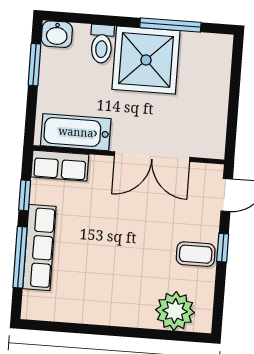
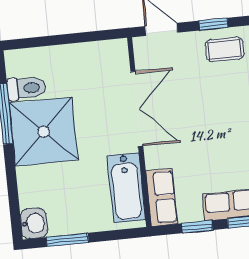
toilet: (102, 44) -> (26, 88), moved
coffee table: (196, 254) -> (225, 49), turned 90

